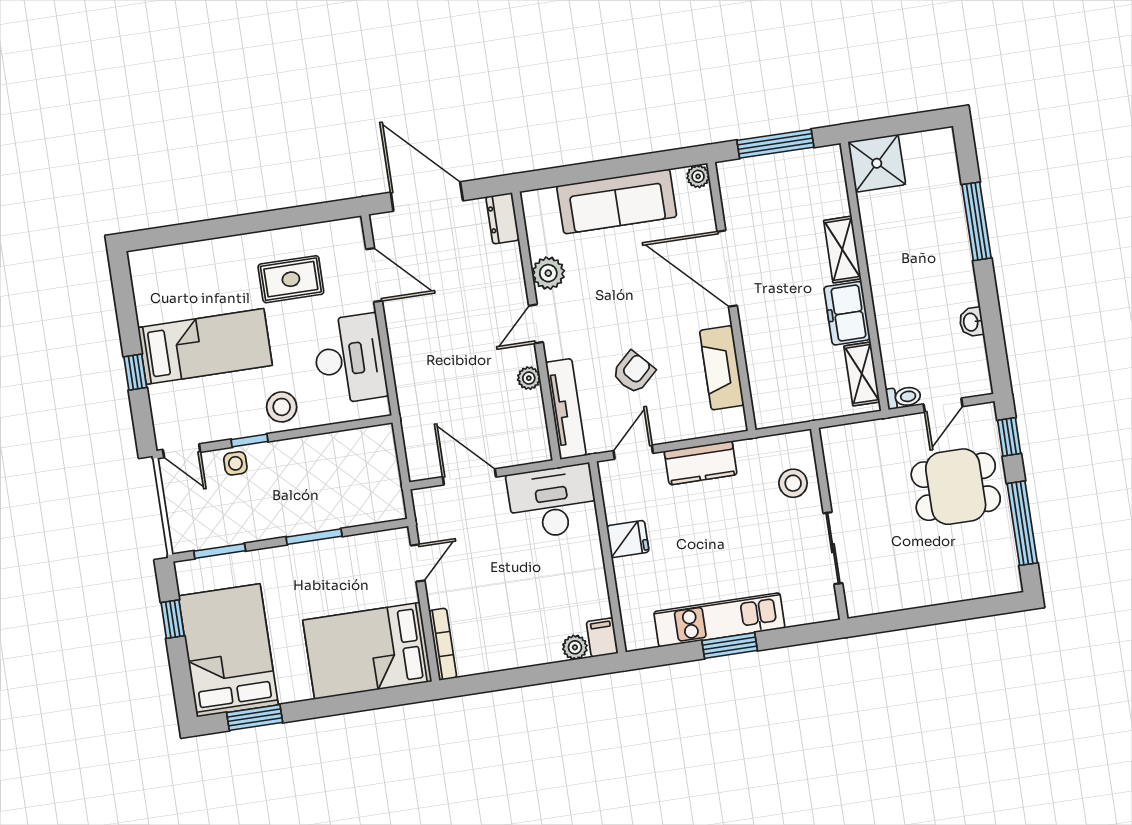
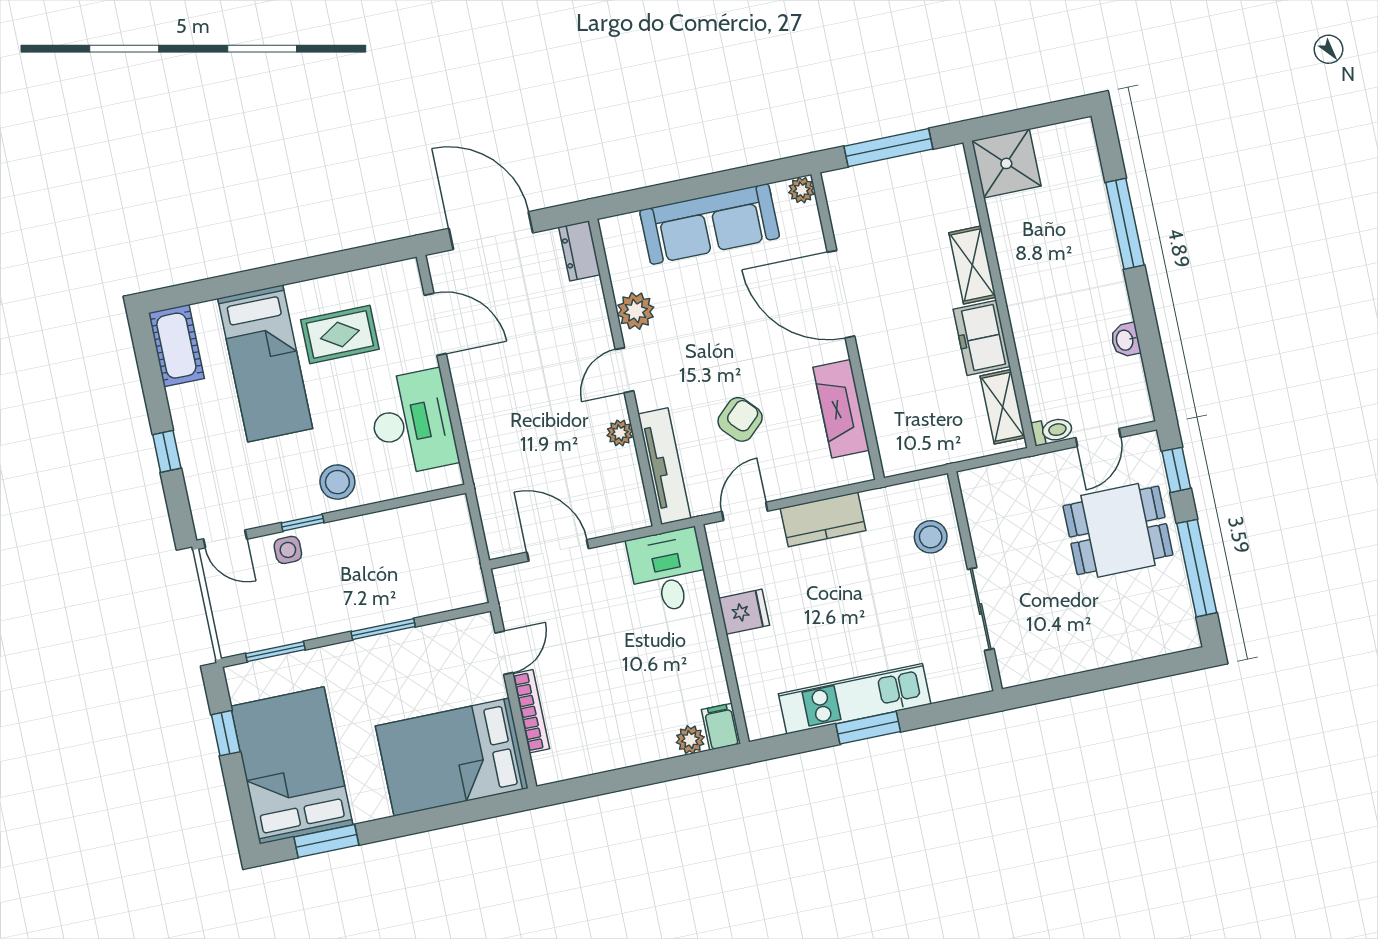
cot: (149, 281) -> (176, 346), added
bed: (205, 346) -> (265, 363), moved, turned 90
desk: (552, 502) -> (668, 571), width x0.73
bookcase: (443, 644) -> (531, 711), moved

